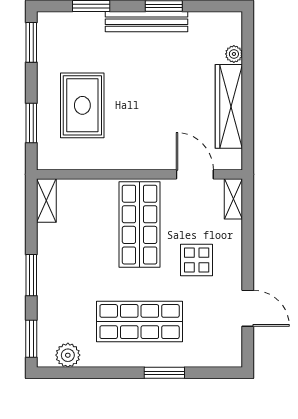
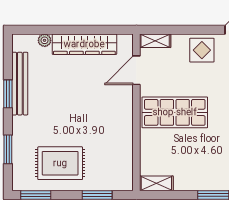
bench: (146, 22) -> (20, 84), moved
rug: (82, 105) -> (60, 163), moved
display table: (197, 260) -> (202, 50), moved

